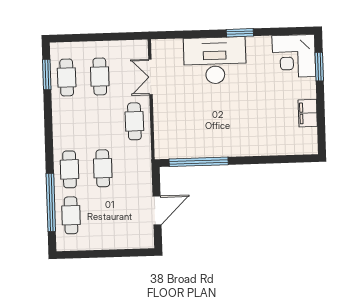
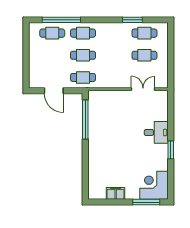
desk: (215, 60) -> (156, 132), width x0.53, depth x0.77
window: (319, 67) -> (146, 202), width x1.44
window: (47, 74) -> (132, 20), moved
cafe table: (134, 121) -> (83, 77), moved

